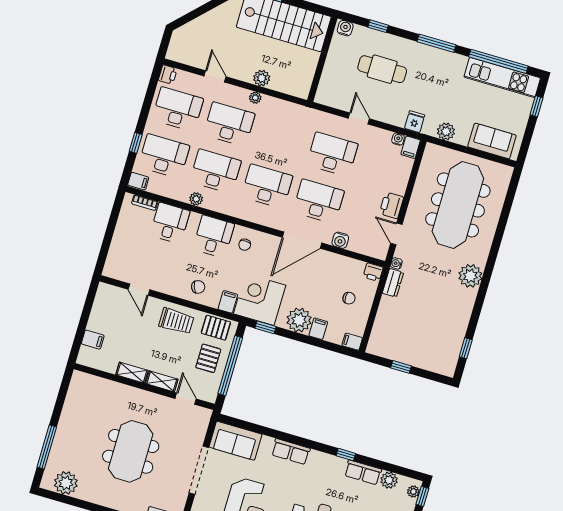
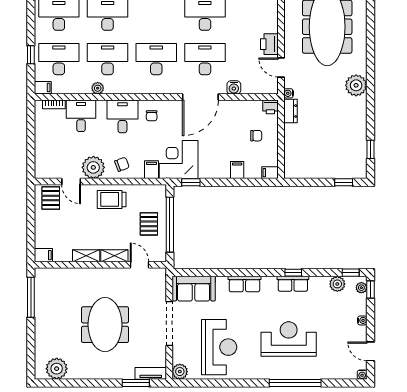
plant: (299, 320) -> (93, 167), moved
trolley: (176, 321) -> (112, 199), turned 180
pallet: (216, 328) -> (51, 198), moved, turned 90
filing cabinet: (93, 340) -> (43, 255), moved
window: (401, 367) -> (344, 182), moved
window: (47, 447) -> (31, 297), moved
row of seats: (363, 472) -> (293, 284), moved
window: (407, 472) -> (351, 273), added

